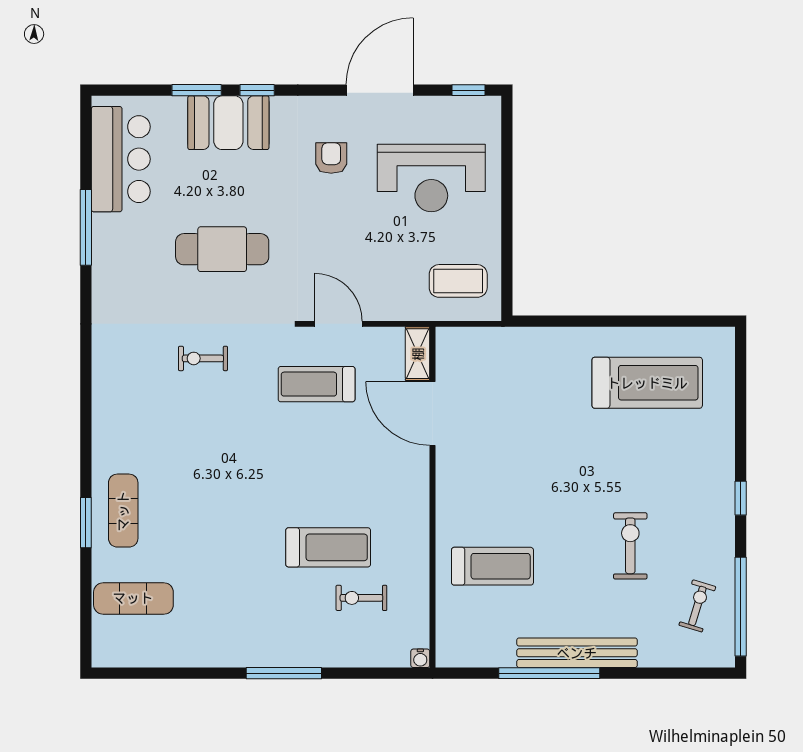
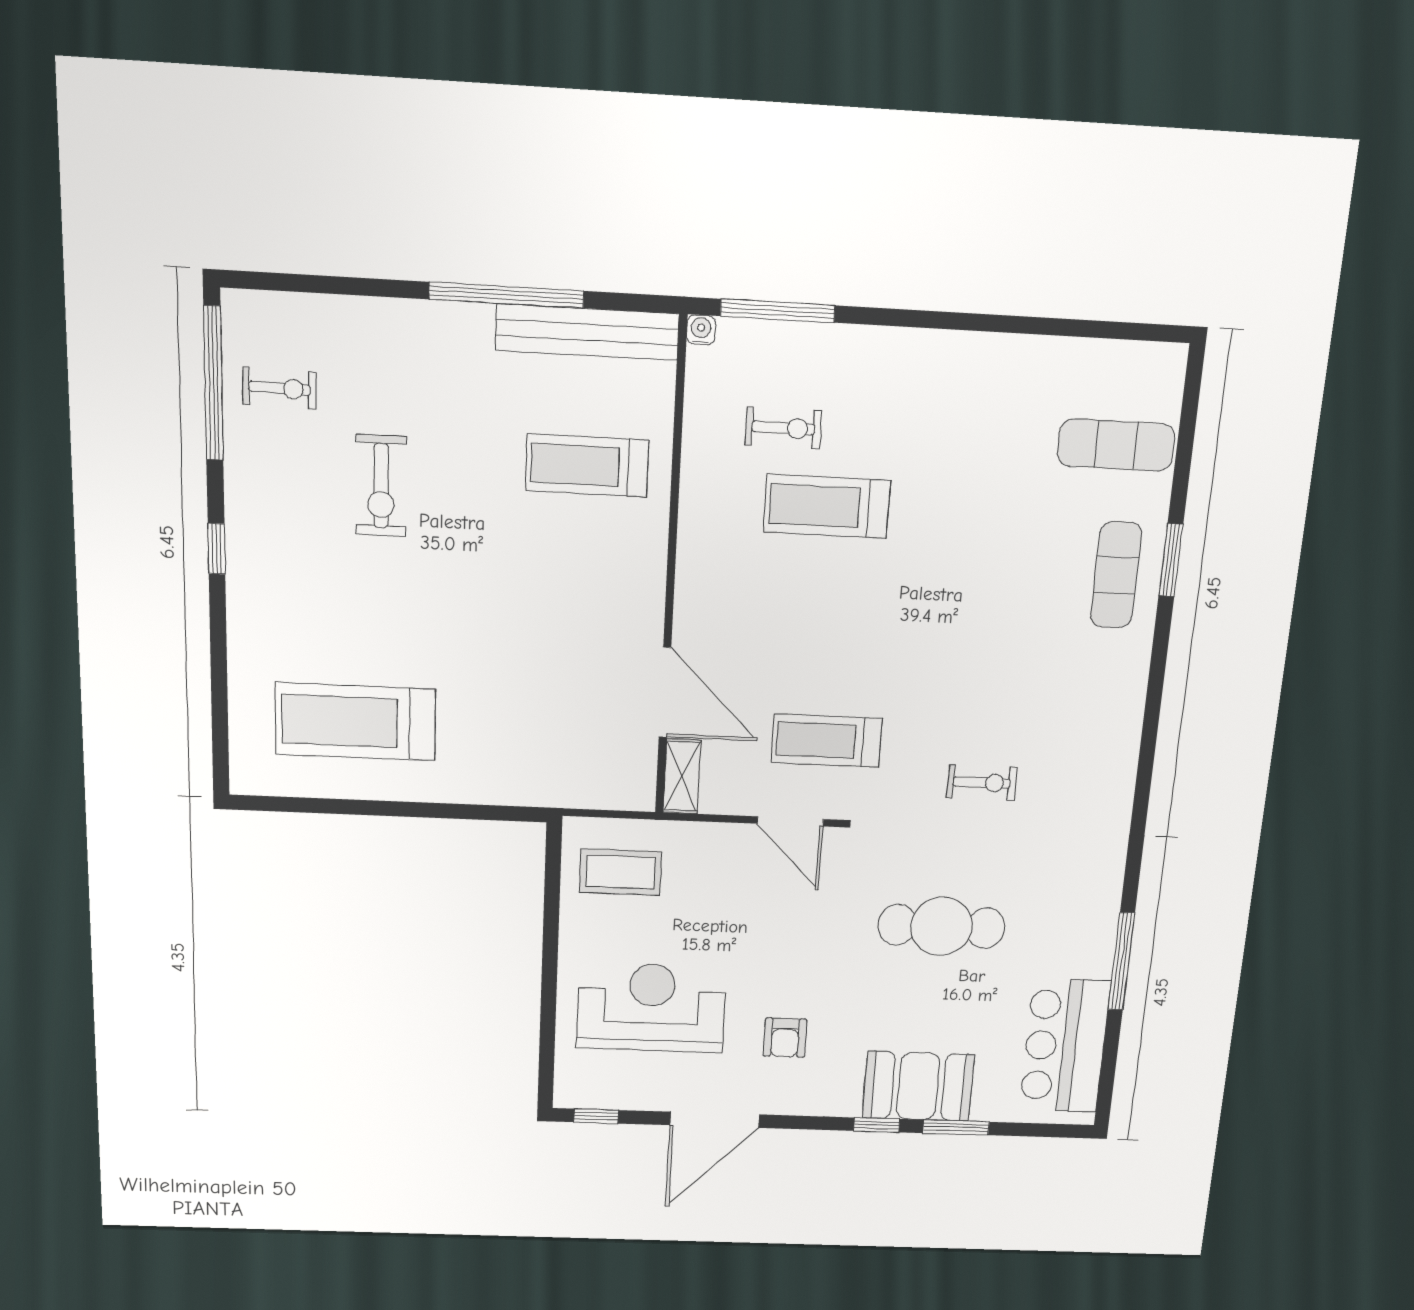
treadmill: (317, 384) -> (827, 741), turned 180
exercise bike: (697, 606) -> (280, 388), turned -106
bench: (577, 653) -> (587, 332), moved
window: (284, 673) -> (778, 311), moved

